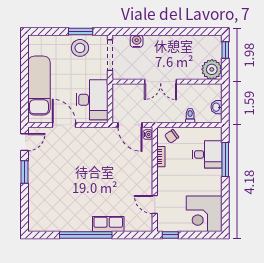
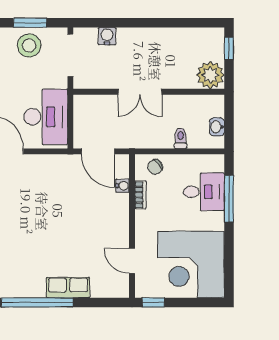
water cooler: (148, 135) -> (123, 186), moved
corner desk: (204, 214) -> (191, 265), width x1.36, depth x1.36

